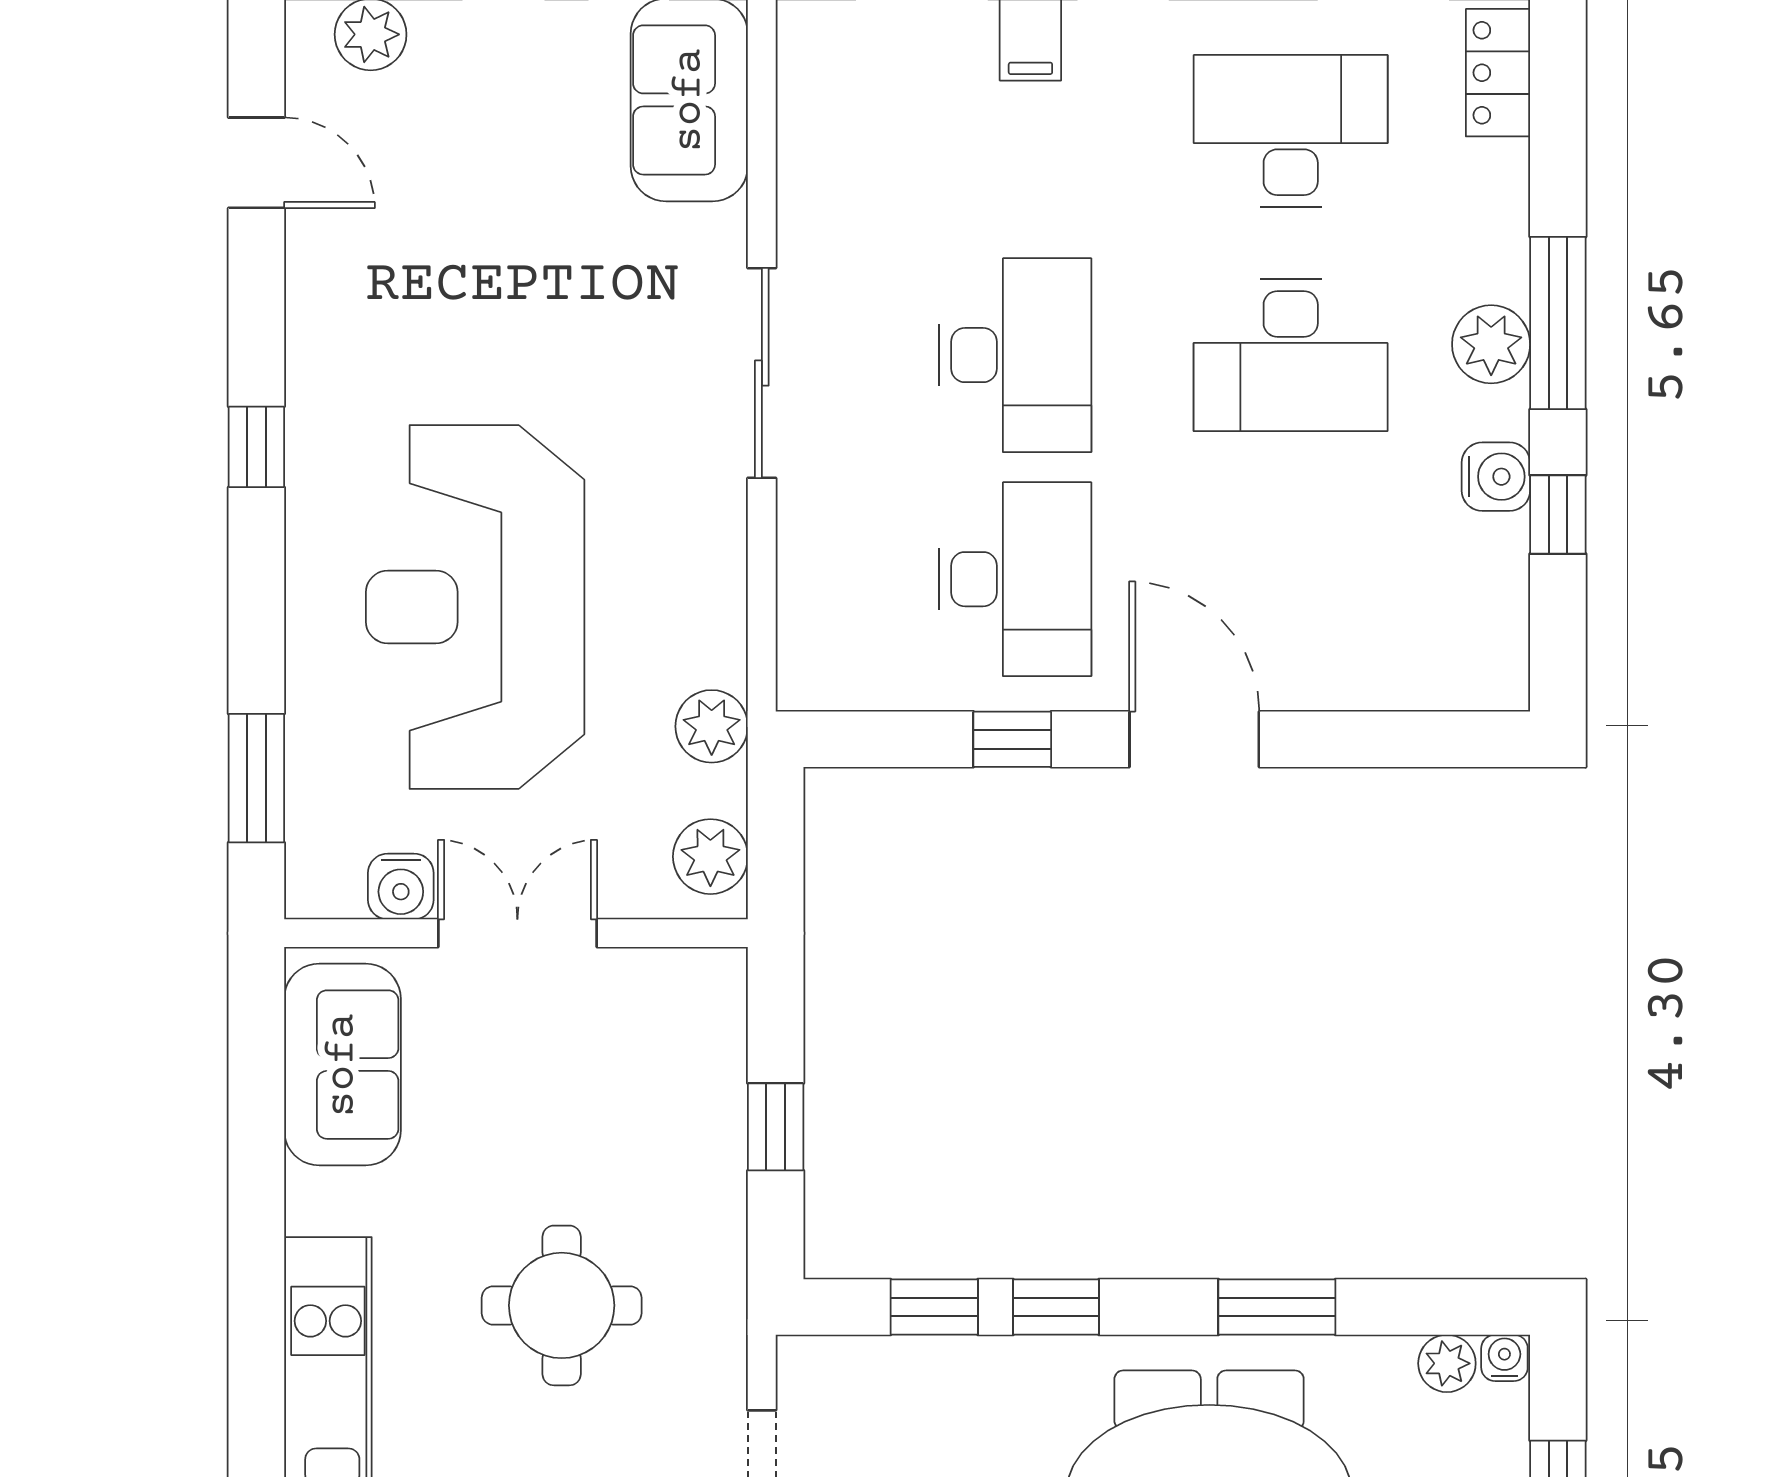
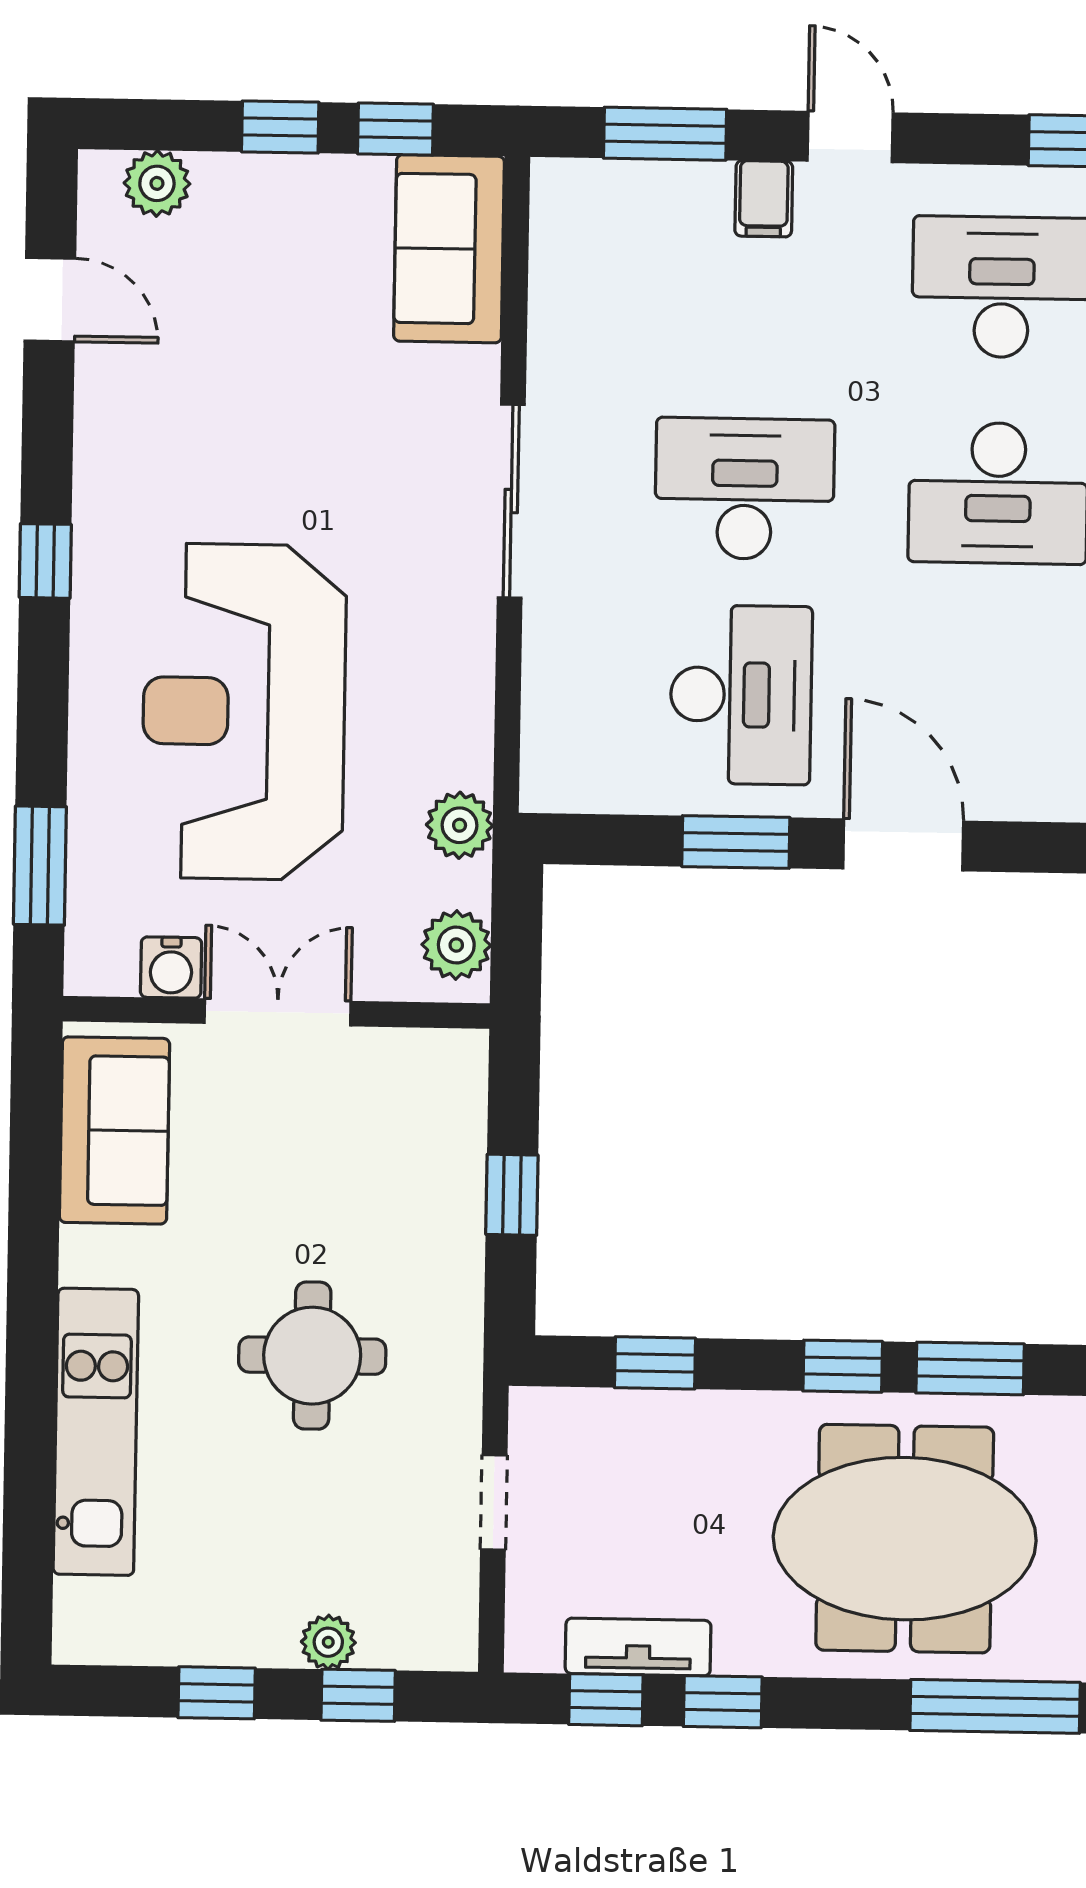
desk: (1015, 355) -> (745, 489), turned -90
window: (1012, 739) -> (736, 842), width x1.50
window: (1056, 1307) -> (843, 1366), moved

